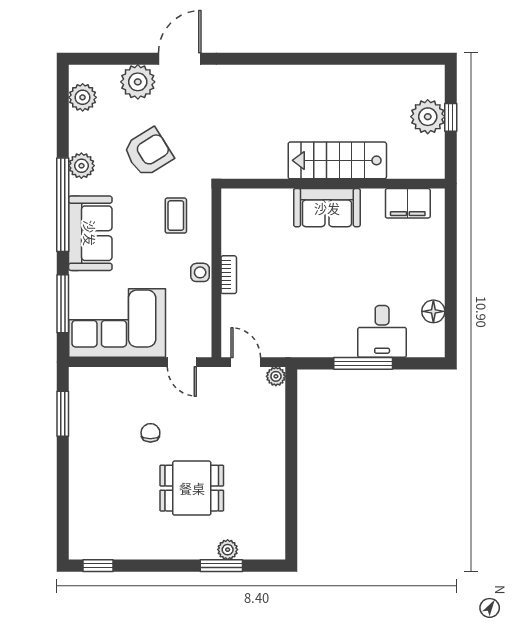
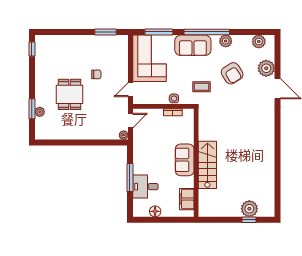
stairs: (337, 160) -> (207, 165), moved
wall: (333, 184) -> (196, 163), moved
filing cabinet: (408, 203) -> (187, 199), moved
sofa: (327, 208) -> (185, 160), moved

